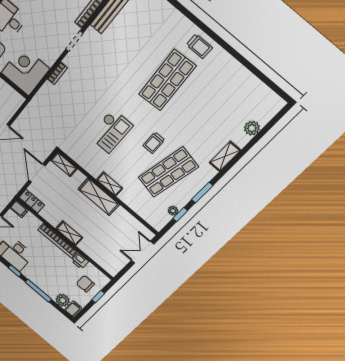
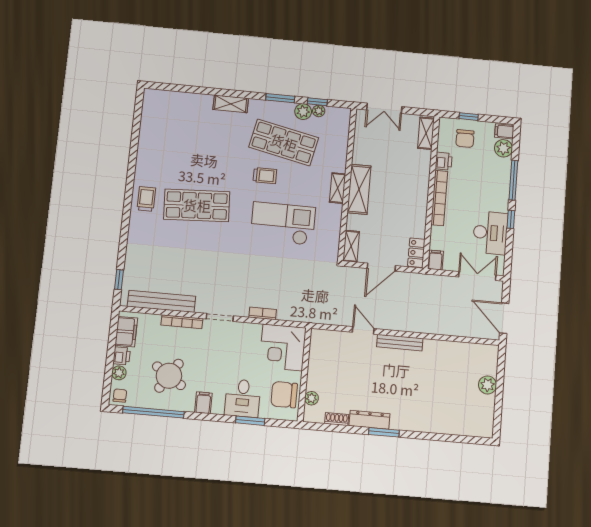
plant: (252, 128) -> (303, 112), moved
checkout: (111, 131) -> (283, 224), width x1.36, depth x1.21
shelving: (69, 233) -> (426, 133), moved

